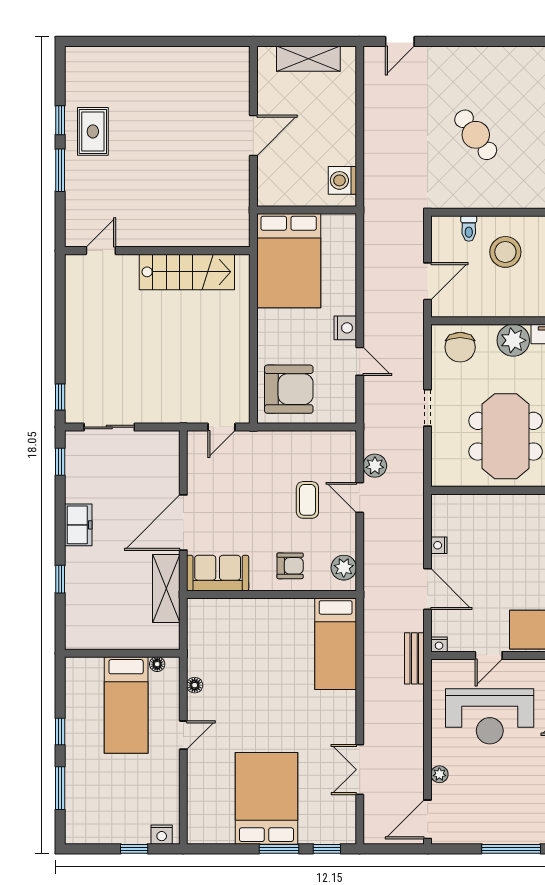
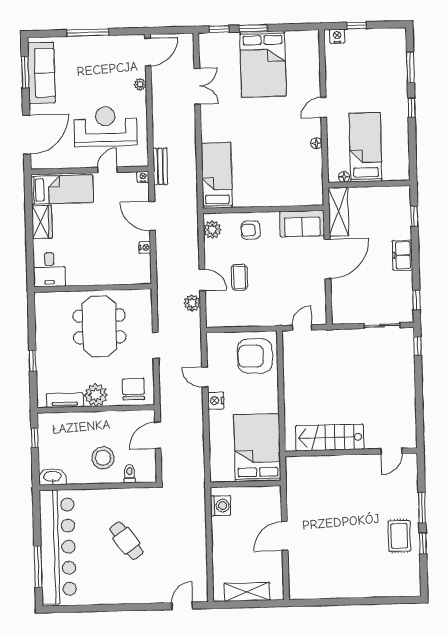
wall: (122, 653) -> (369, 184), moved
floor lamp: (157, 664) -> (344, 177), moved
bed: (126, 705) -> (365, 147), moved

